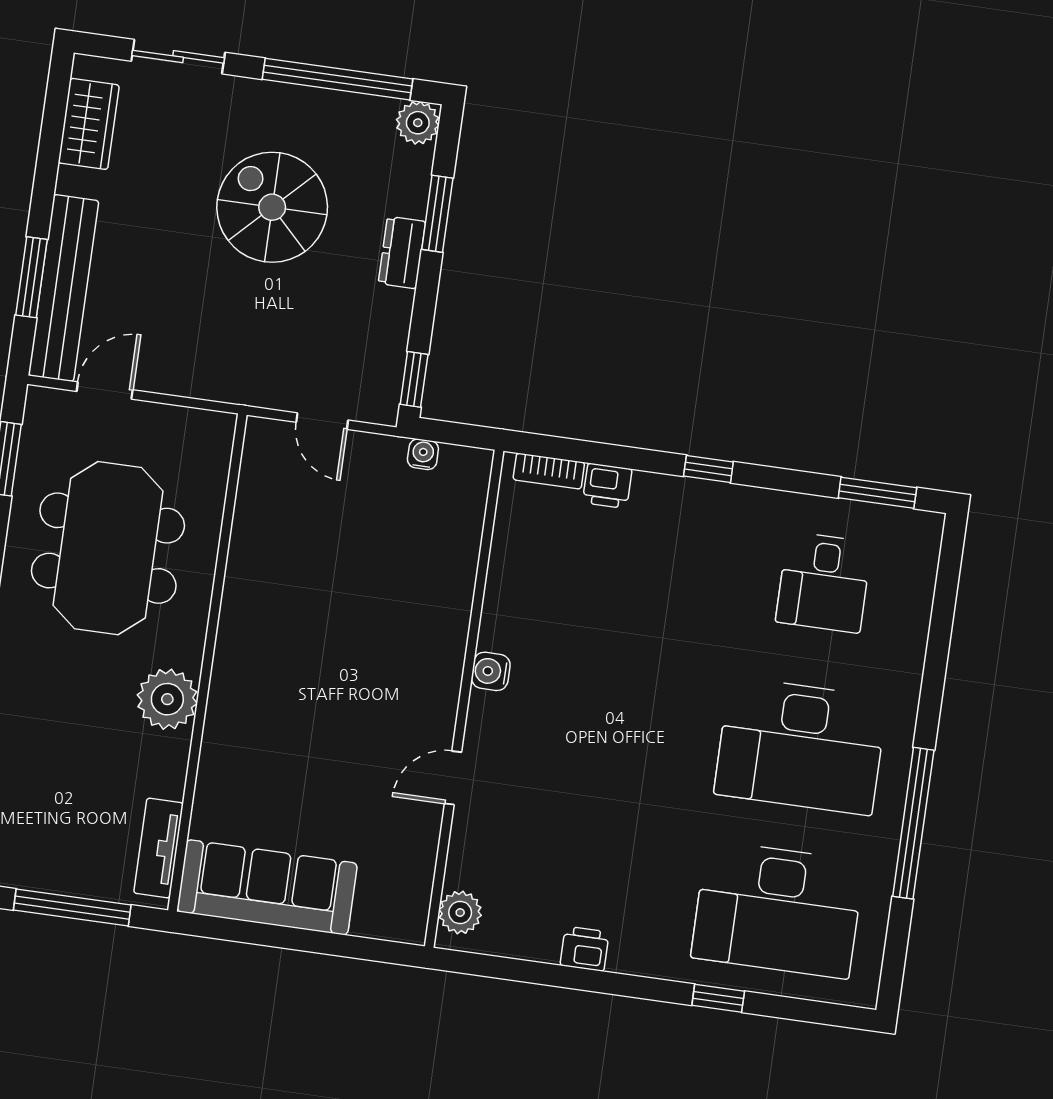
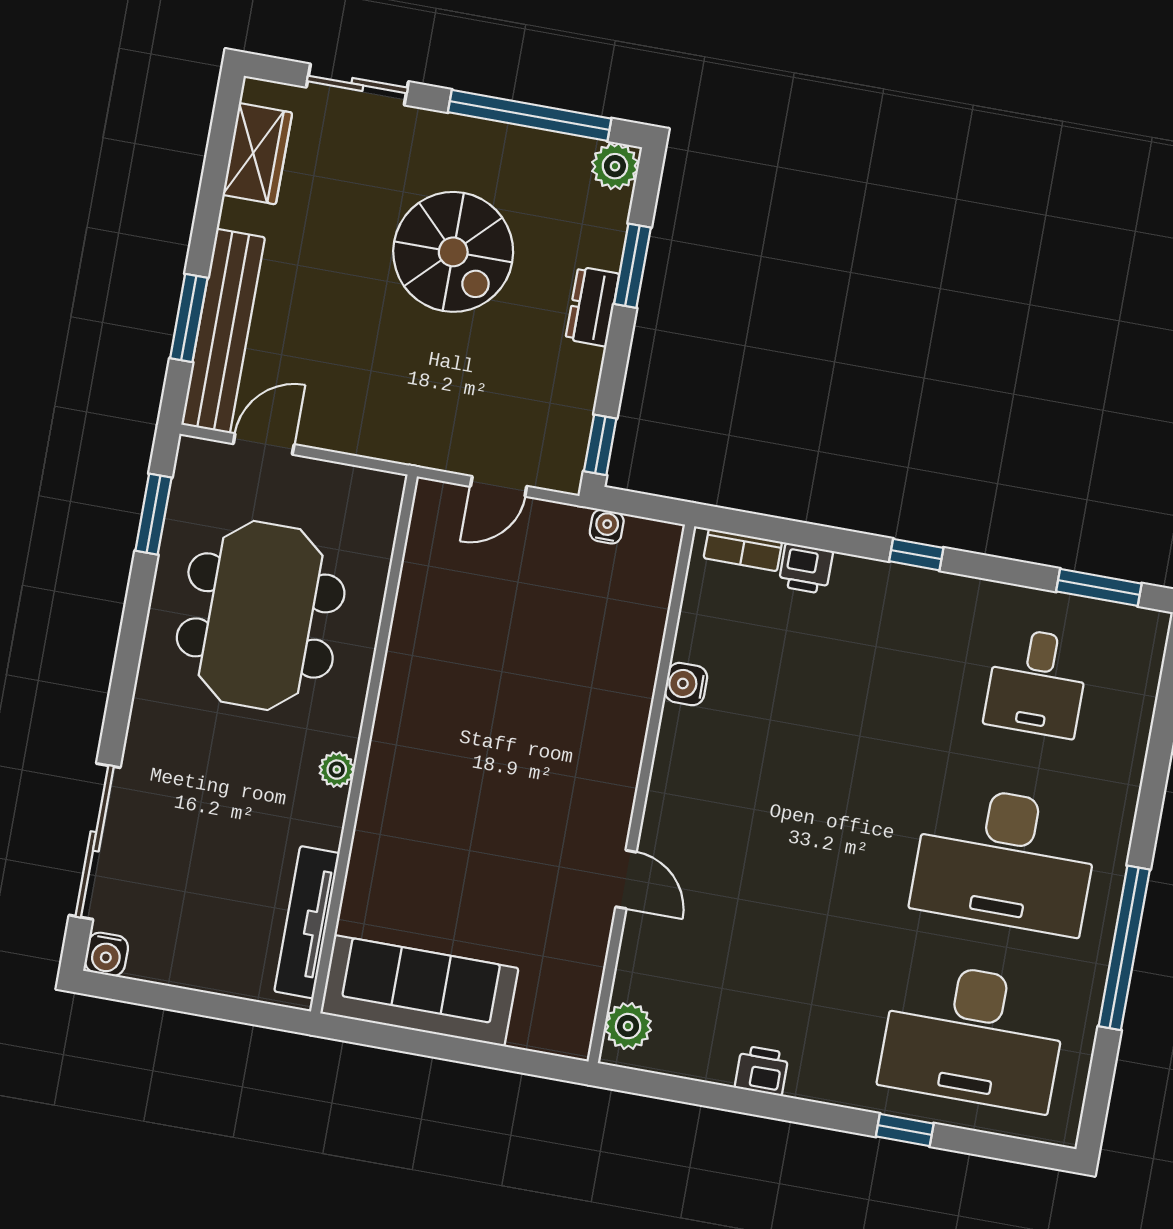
spiral stairs: (272, 207) -> (453, 252), turned 180
door: (322, 421) -> (499, 486), hinge flipped
water cooler: (491, 671) -> (686, 684), moved
plant: (167, 699) -> (337, 770), width x0.53, depth x0.53
door: (453, 778) -> (626, 879), swing flipped
tv unit: (159, 848) -> (307, 922), width x1.41
window: (72, 908) -> (207, 1004), removed

